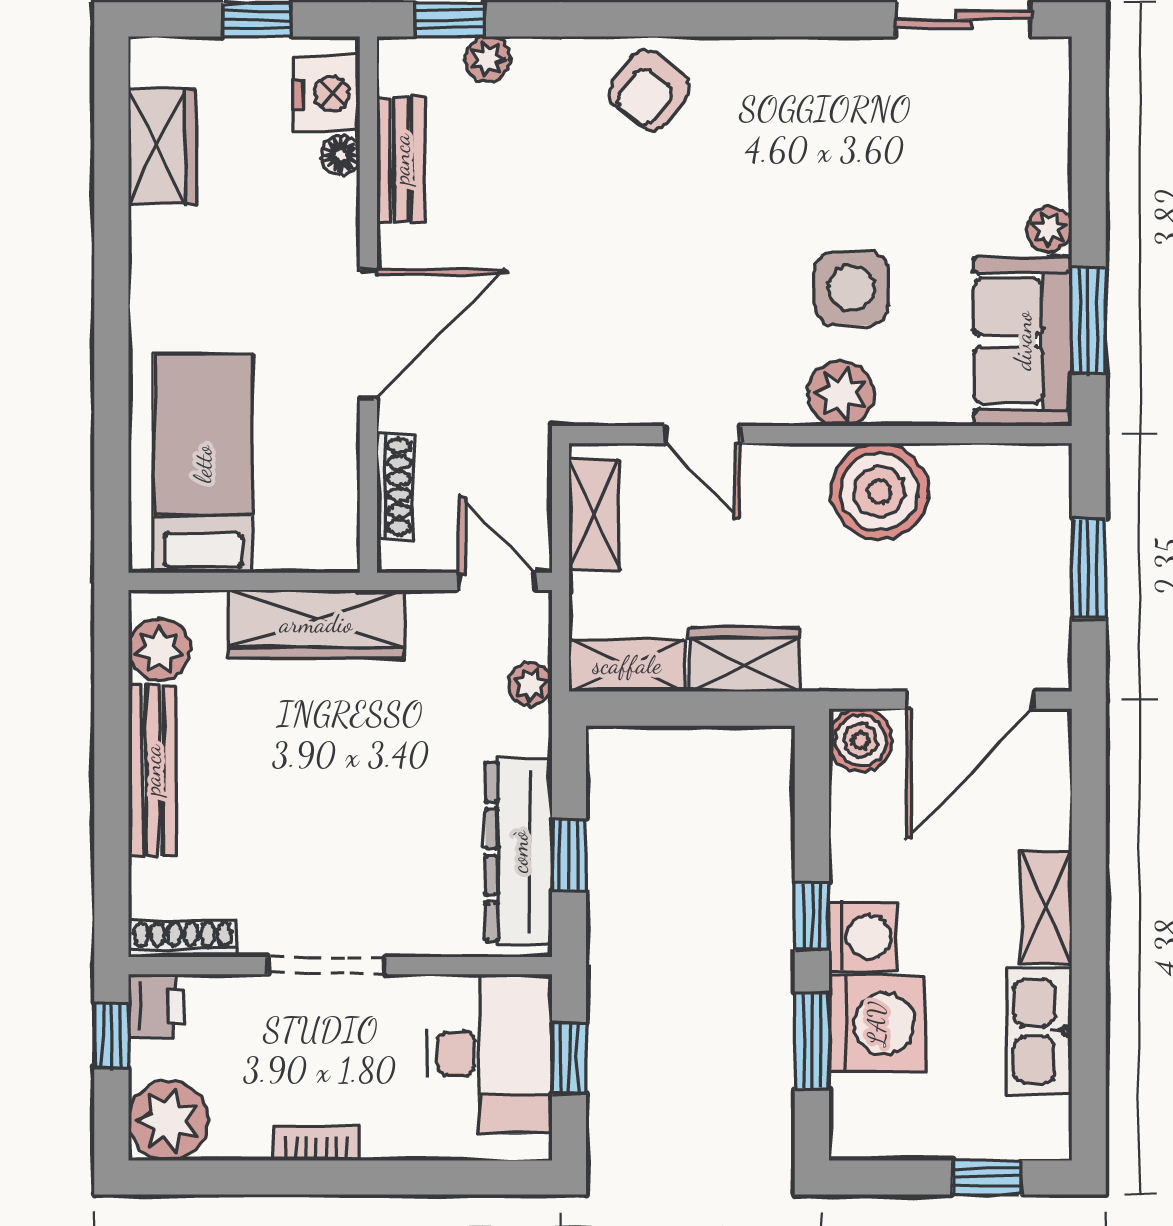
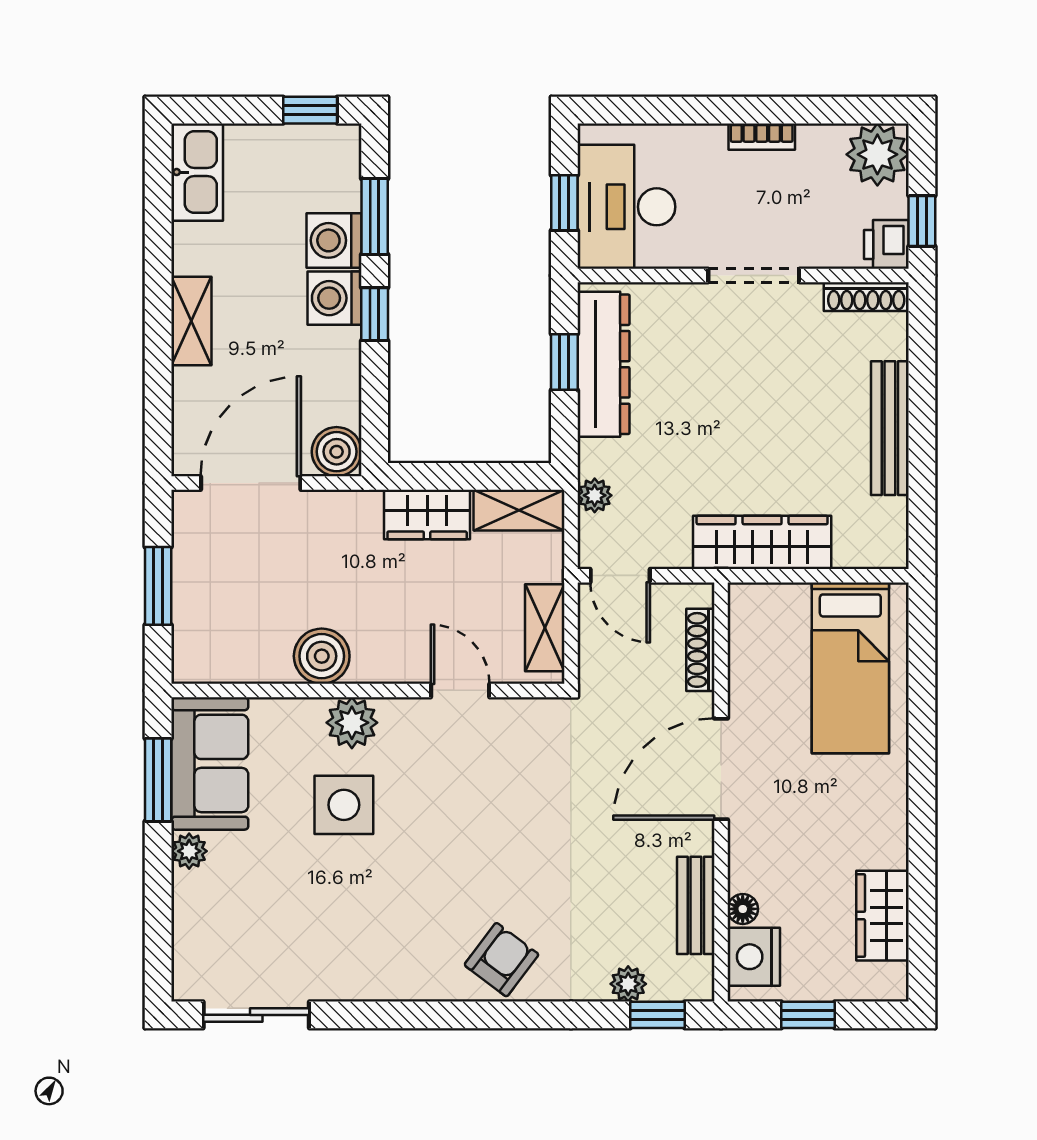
boiler: (880, 492) -> (322, 656), width x0.73, depth x0.73
plant: (159, 649) -> (884, 523), removed
washing machine: (877, 1024) -> (334, 240), width x0.73, depth x0.73
kitchen sink: (1039, 1031) -> (197, 172), moved
window: (987, 1177) -> (310, 110), moved

